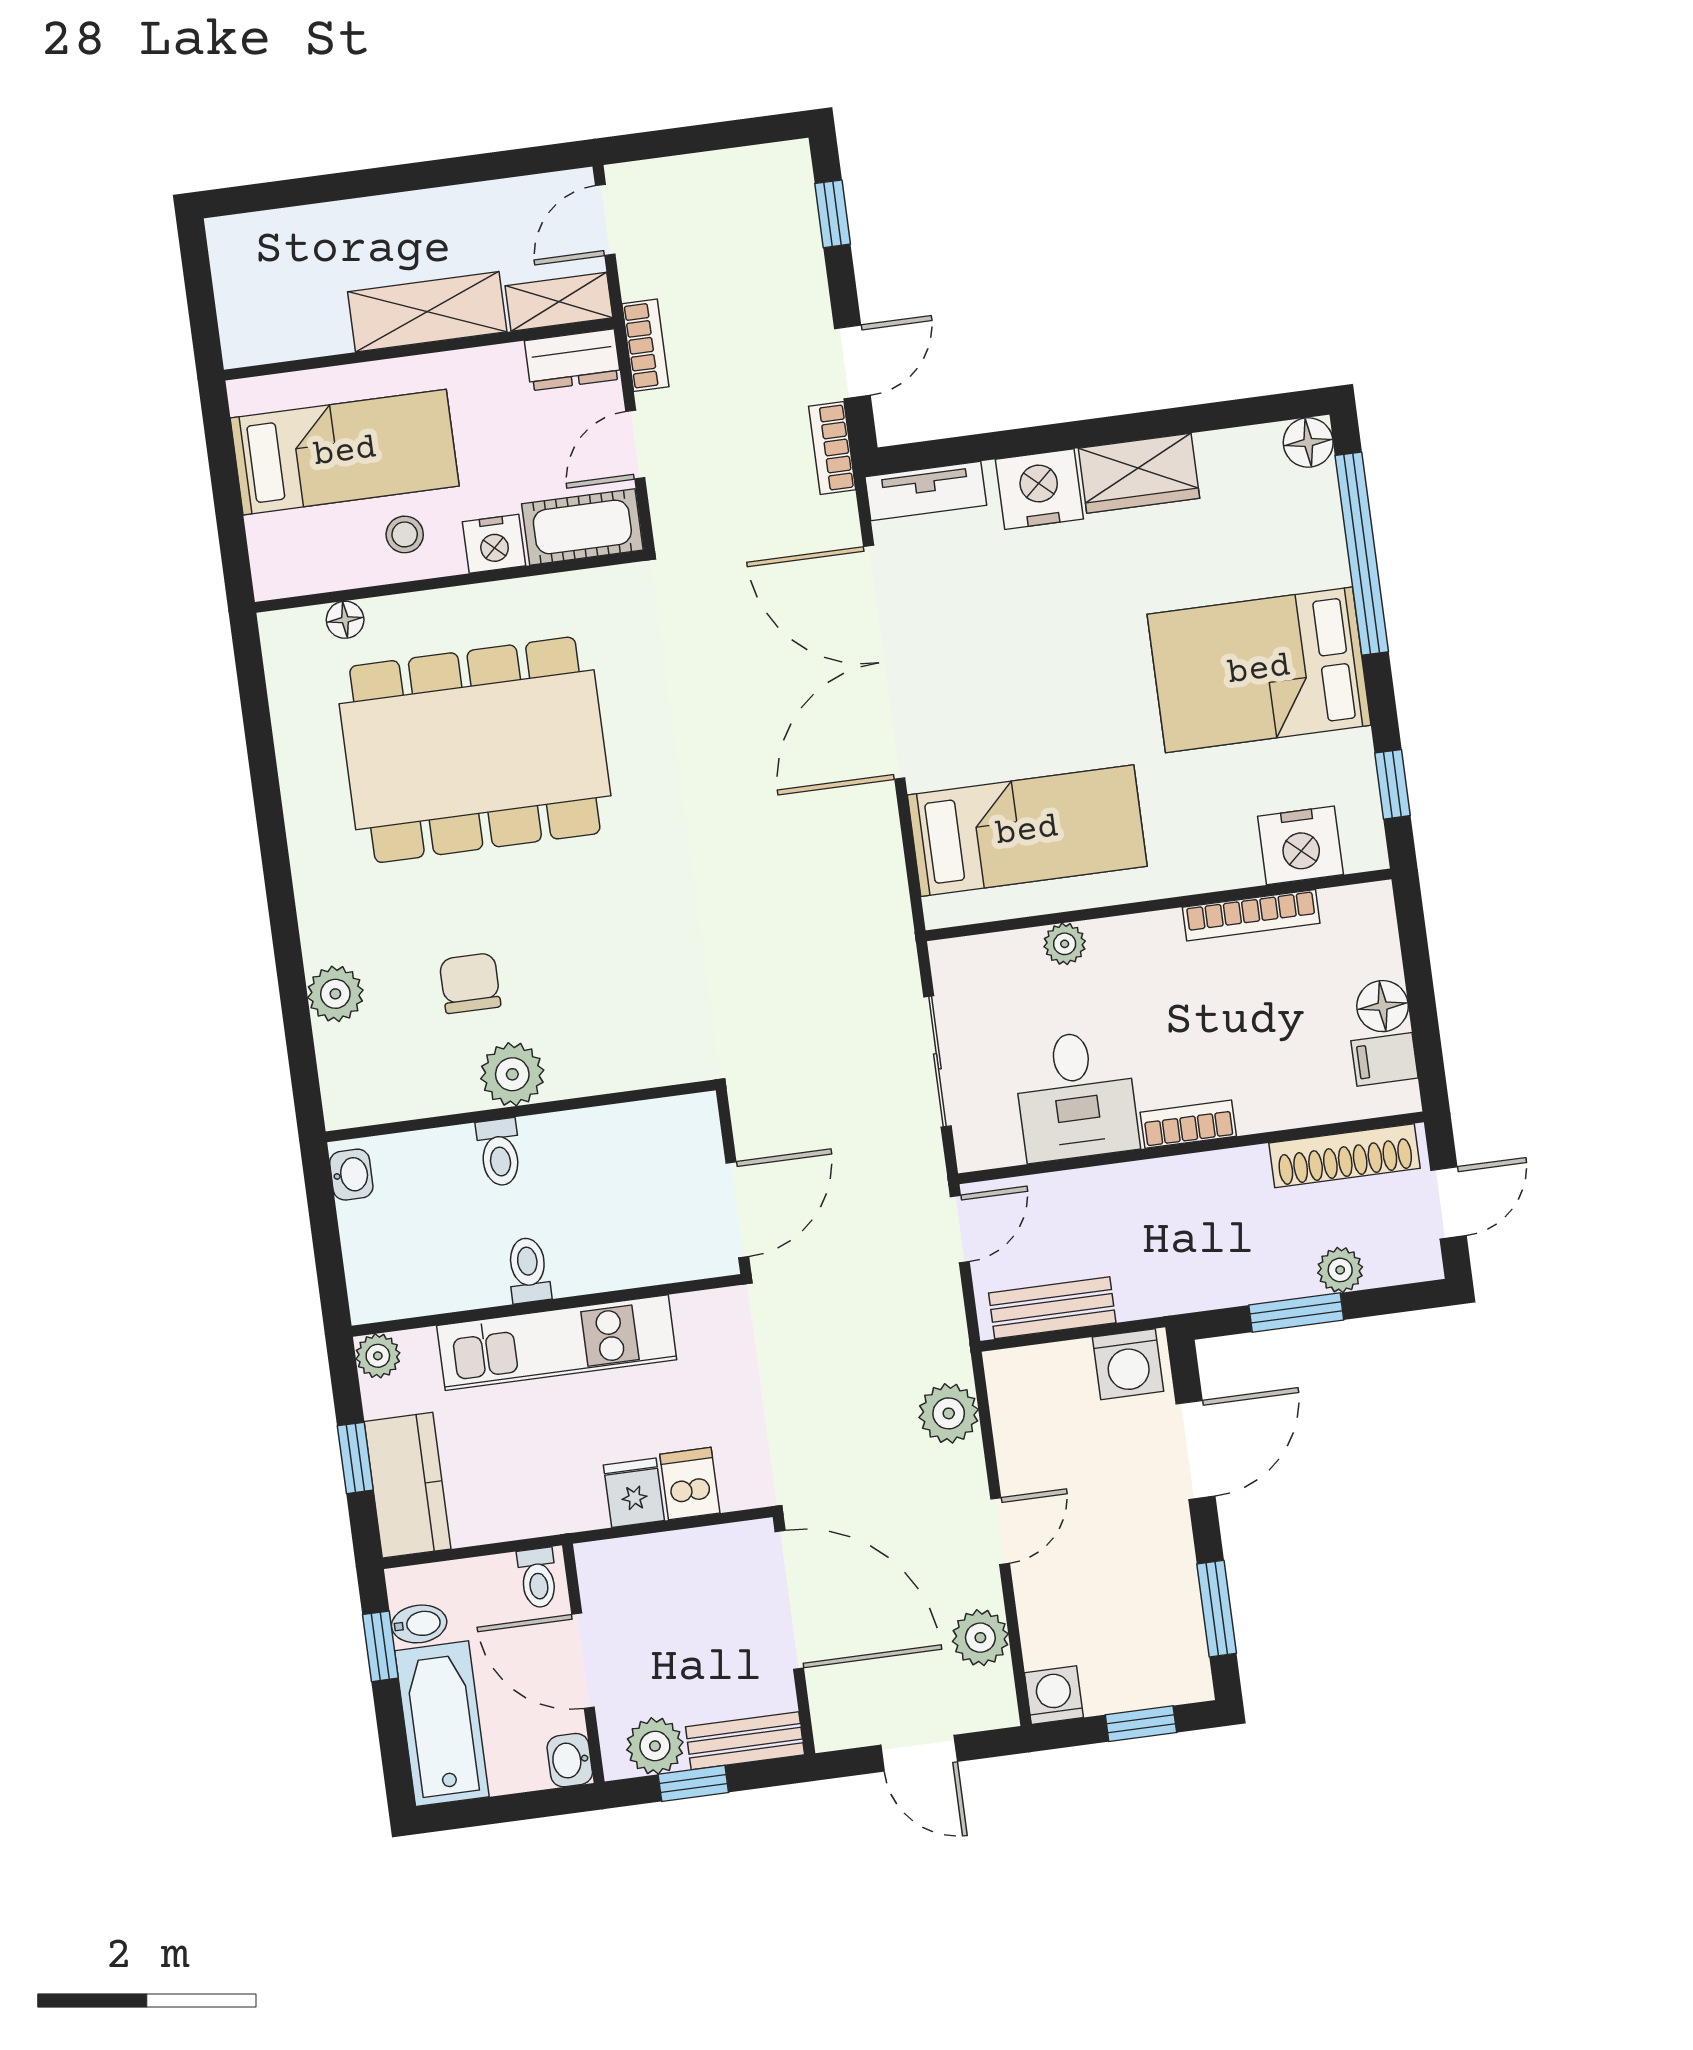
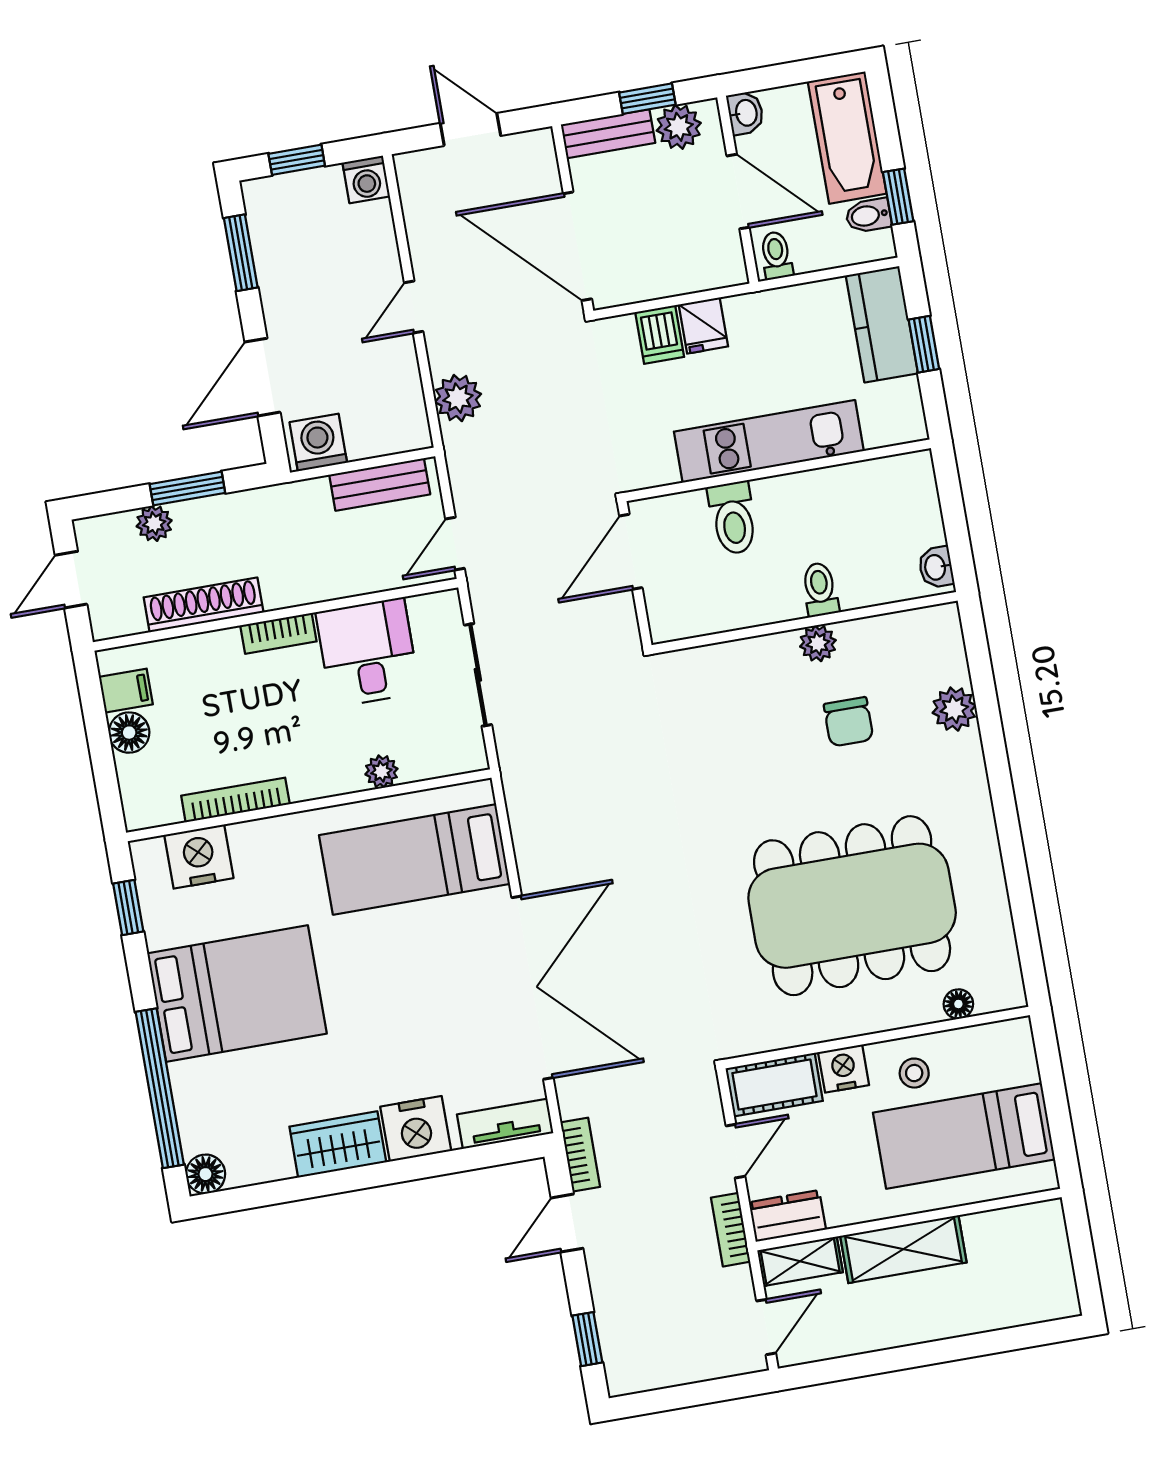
plant: (512, 1074) -> (818, 643), width x0.73, depth x0.73
shoe rack: (1344, 1156) -> (204, 605), moved
toilet: (528, 1270) -> (733, 518), moved, width x1.37, depth x1.39
plant: (378, 1356) -> (909, 425), removed
plant: (980, 1638) -> (426, 222), removed

